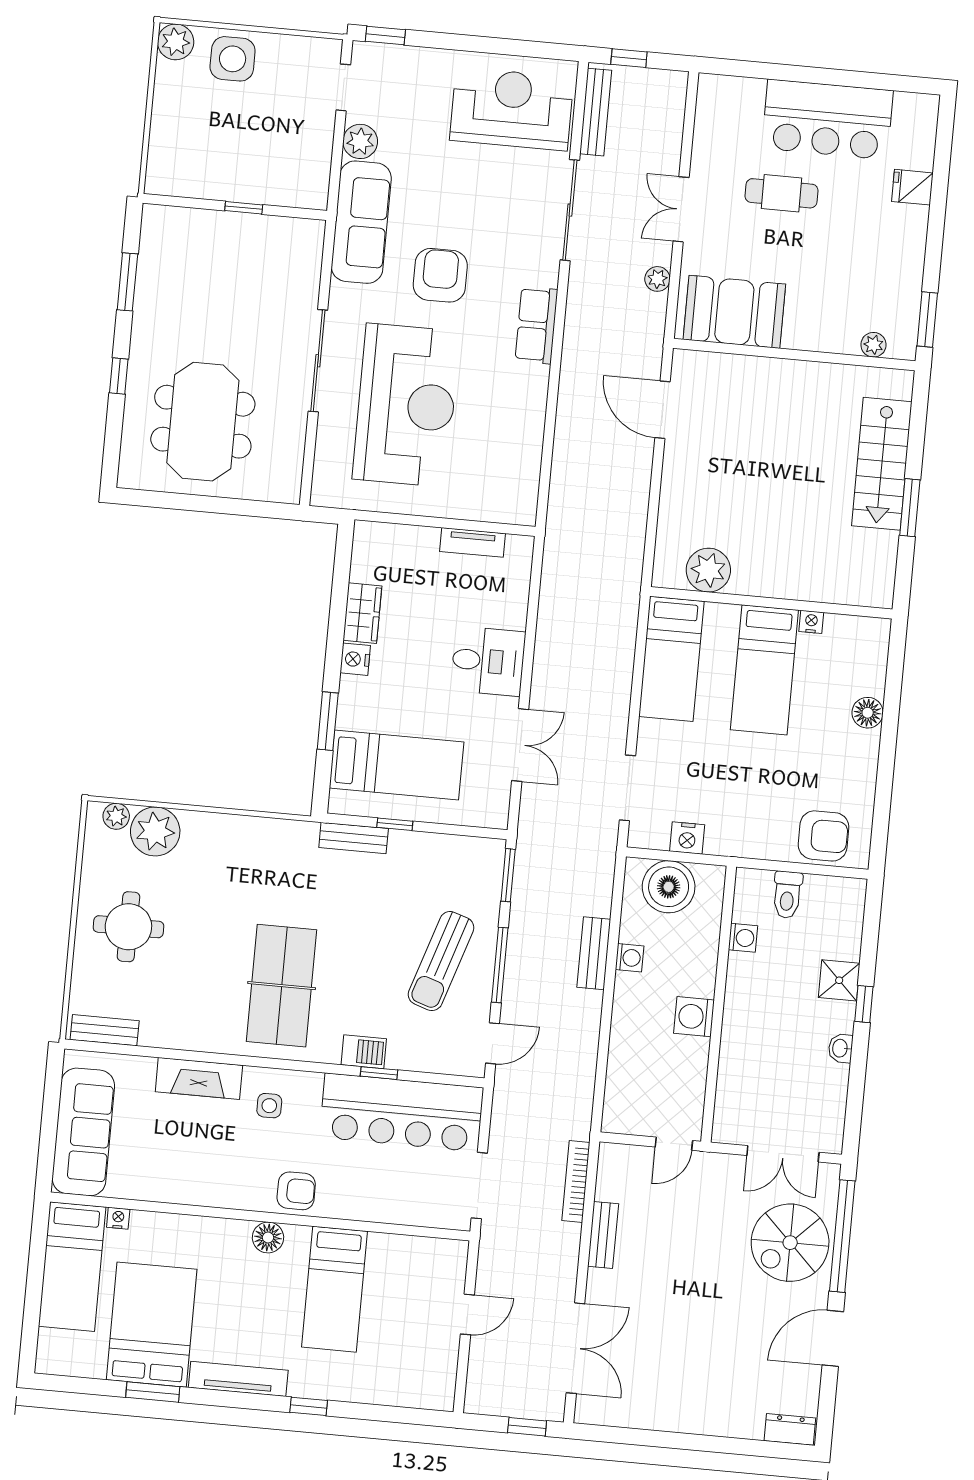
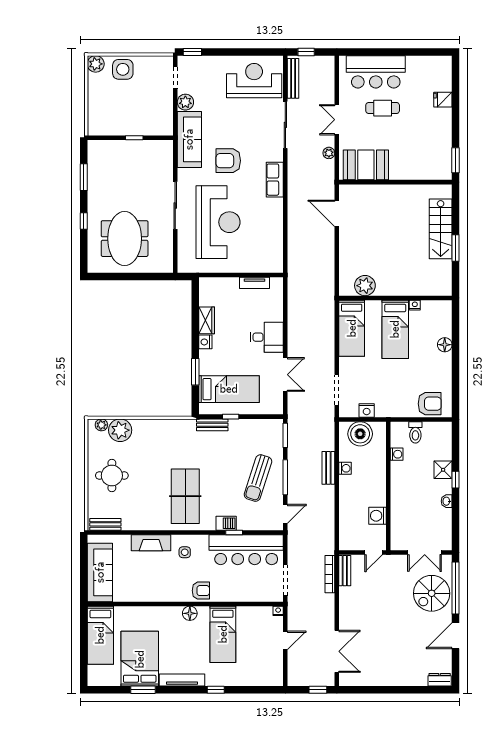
bar counter: (827, 119) -> (376, 72), moved
armchair: (440, 275) -> (228, 161), turned -90
plant: (873, 345) -> (432, 174), removed
washing machine: (694, 1017) -> (377, 516), moved
nightstand: (118, 1218) -> (278, 611), moved
bench: (603, 1235) -> (345, 571), moved

